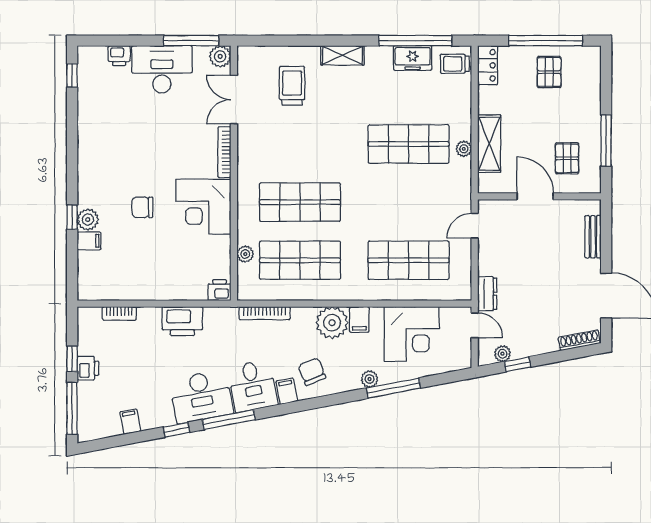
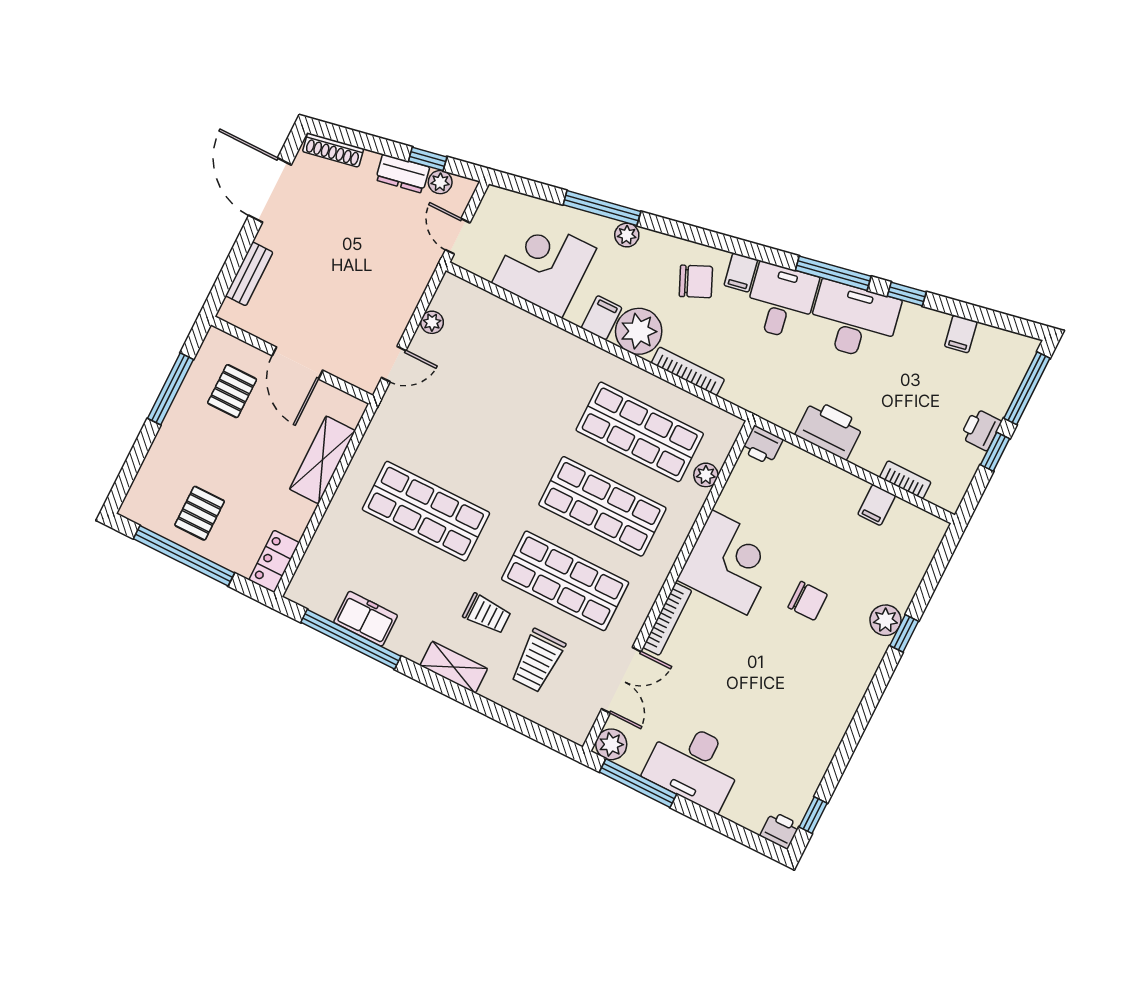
printer: (119, 56) -> (780, 830), moved
trolley: (455, 64) -> (487, 614), moved
plant: (464, 149) -> (432, 322), moved
filing cabinet: (89, 241) -> (877, 505), moved, turned -90
shop shelf: (409, 260) -> (565, 581), moved
dresser: (487, 294) -> (403, 174), moved, turned -101
bookcase: (265, 313) -> (688, 371), moved
chair: (312, 372) -> (696, 281), turned -92

